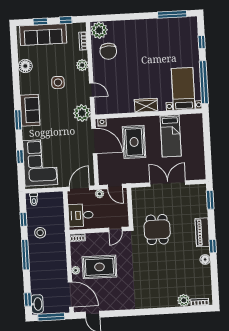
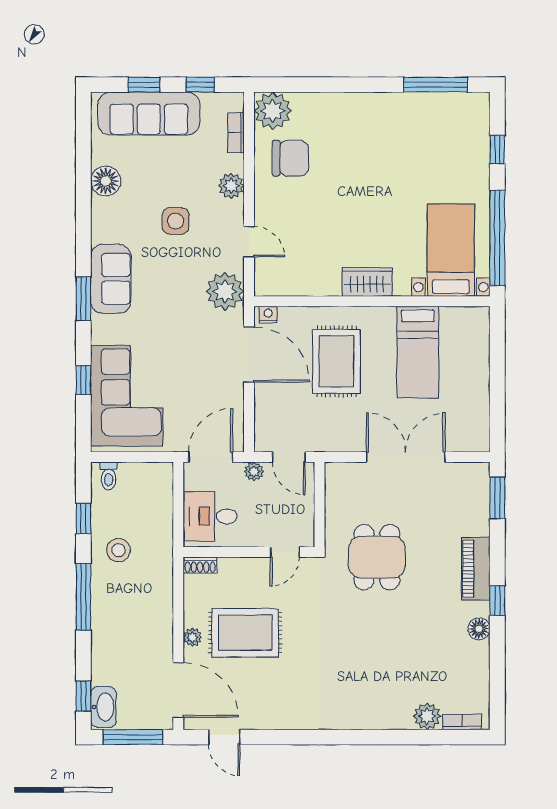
chair: (108, 51) -> (290, 158), turned -87

